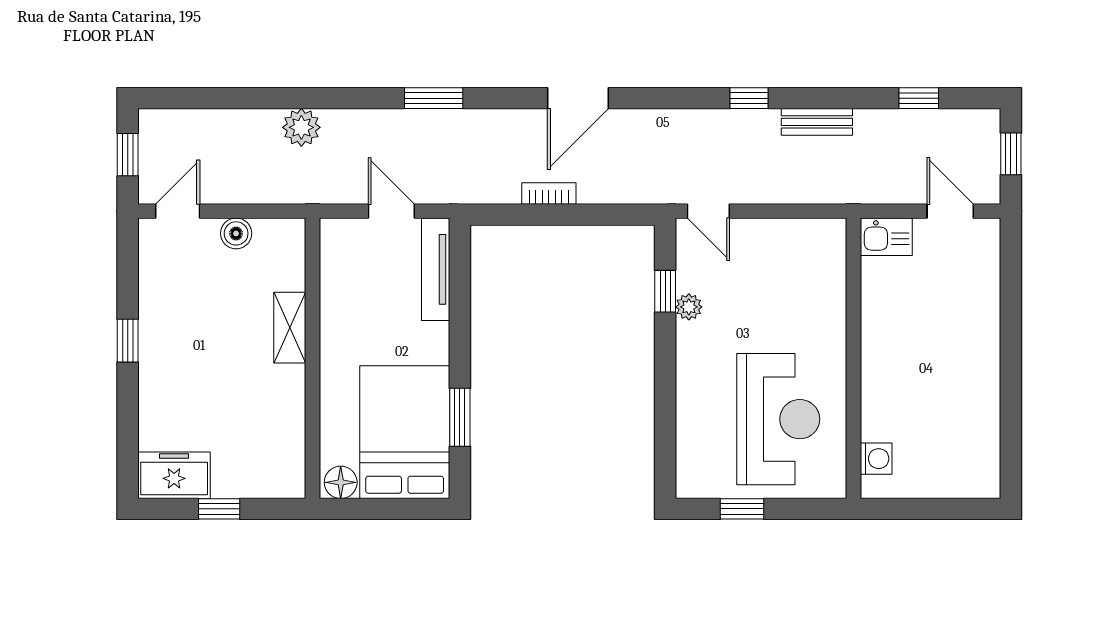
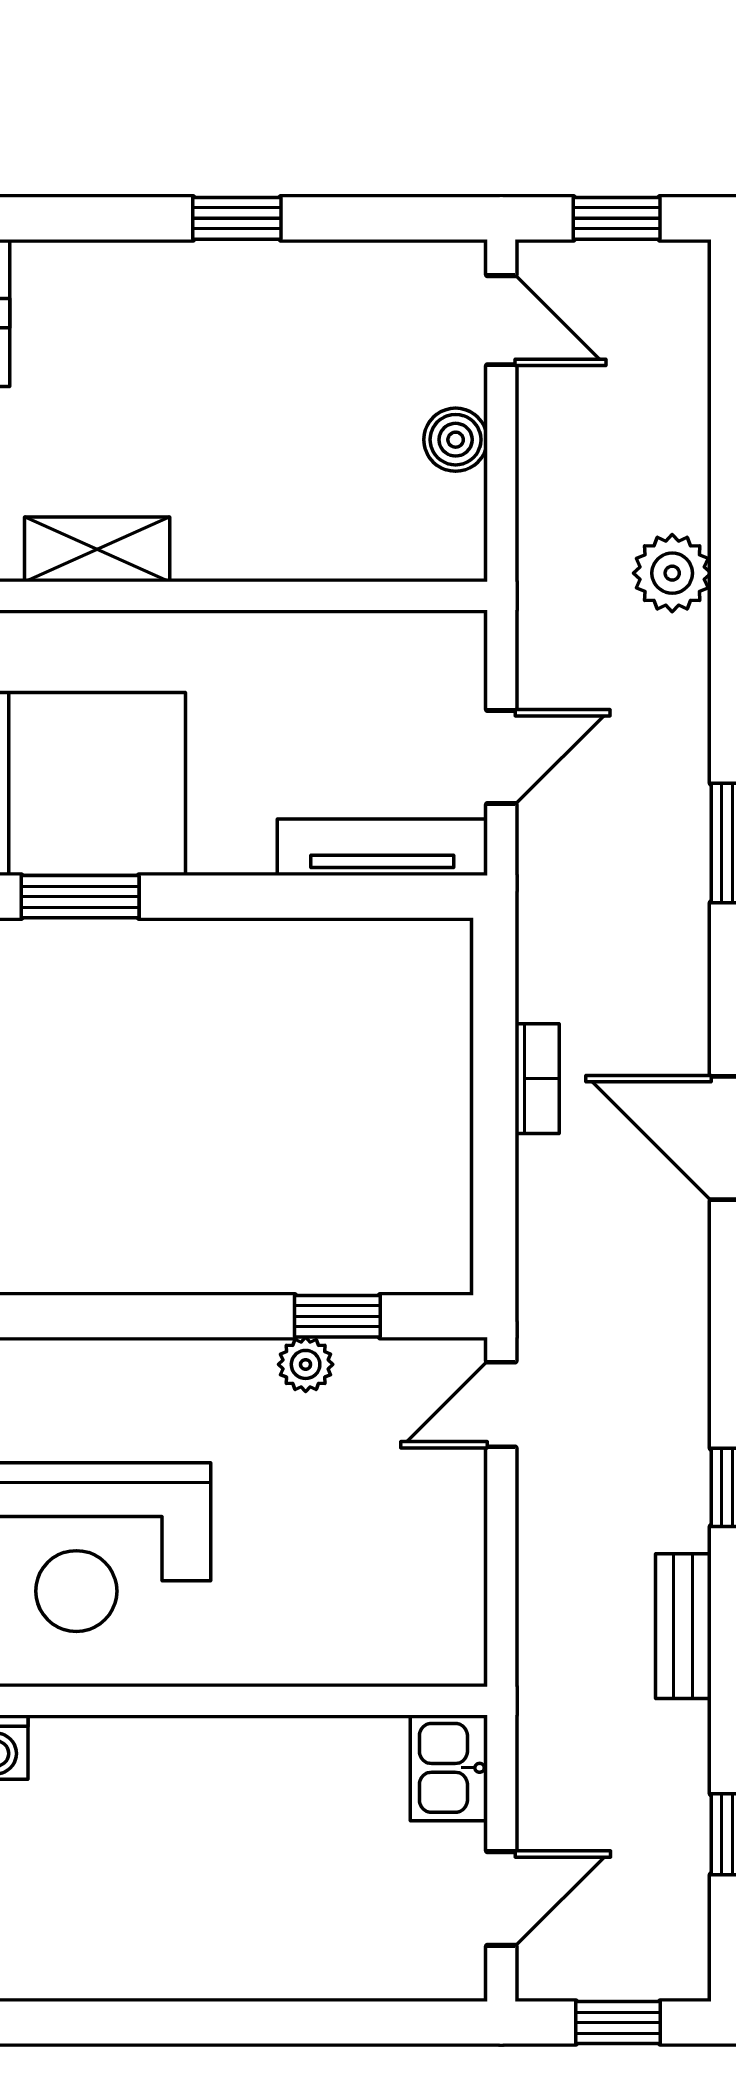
shelving: (290, 328) -> (97, 549), moved

